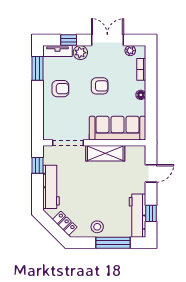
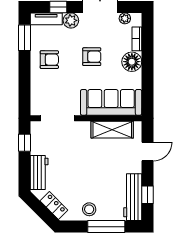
floor lamp: (141, 95) -> (132, 62), width x1.89, depth x1.89
shelving: (105, 153) -> (112, 130), moved
workbench: (51, 187) -> (39, 173), width x0.73

